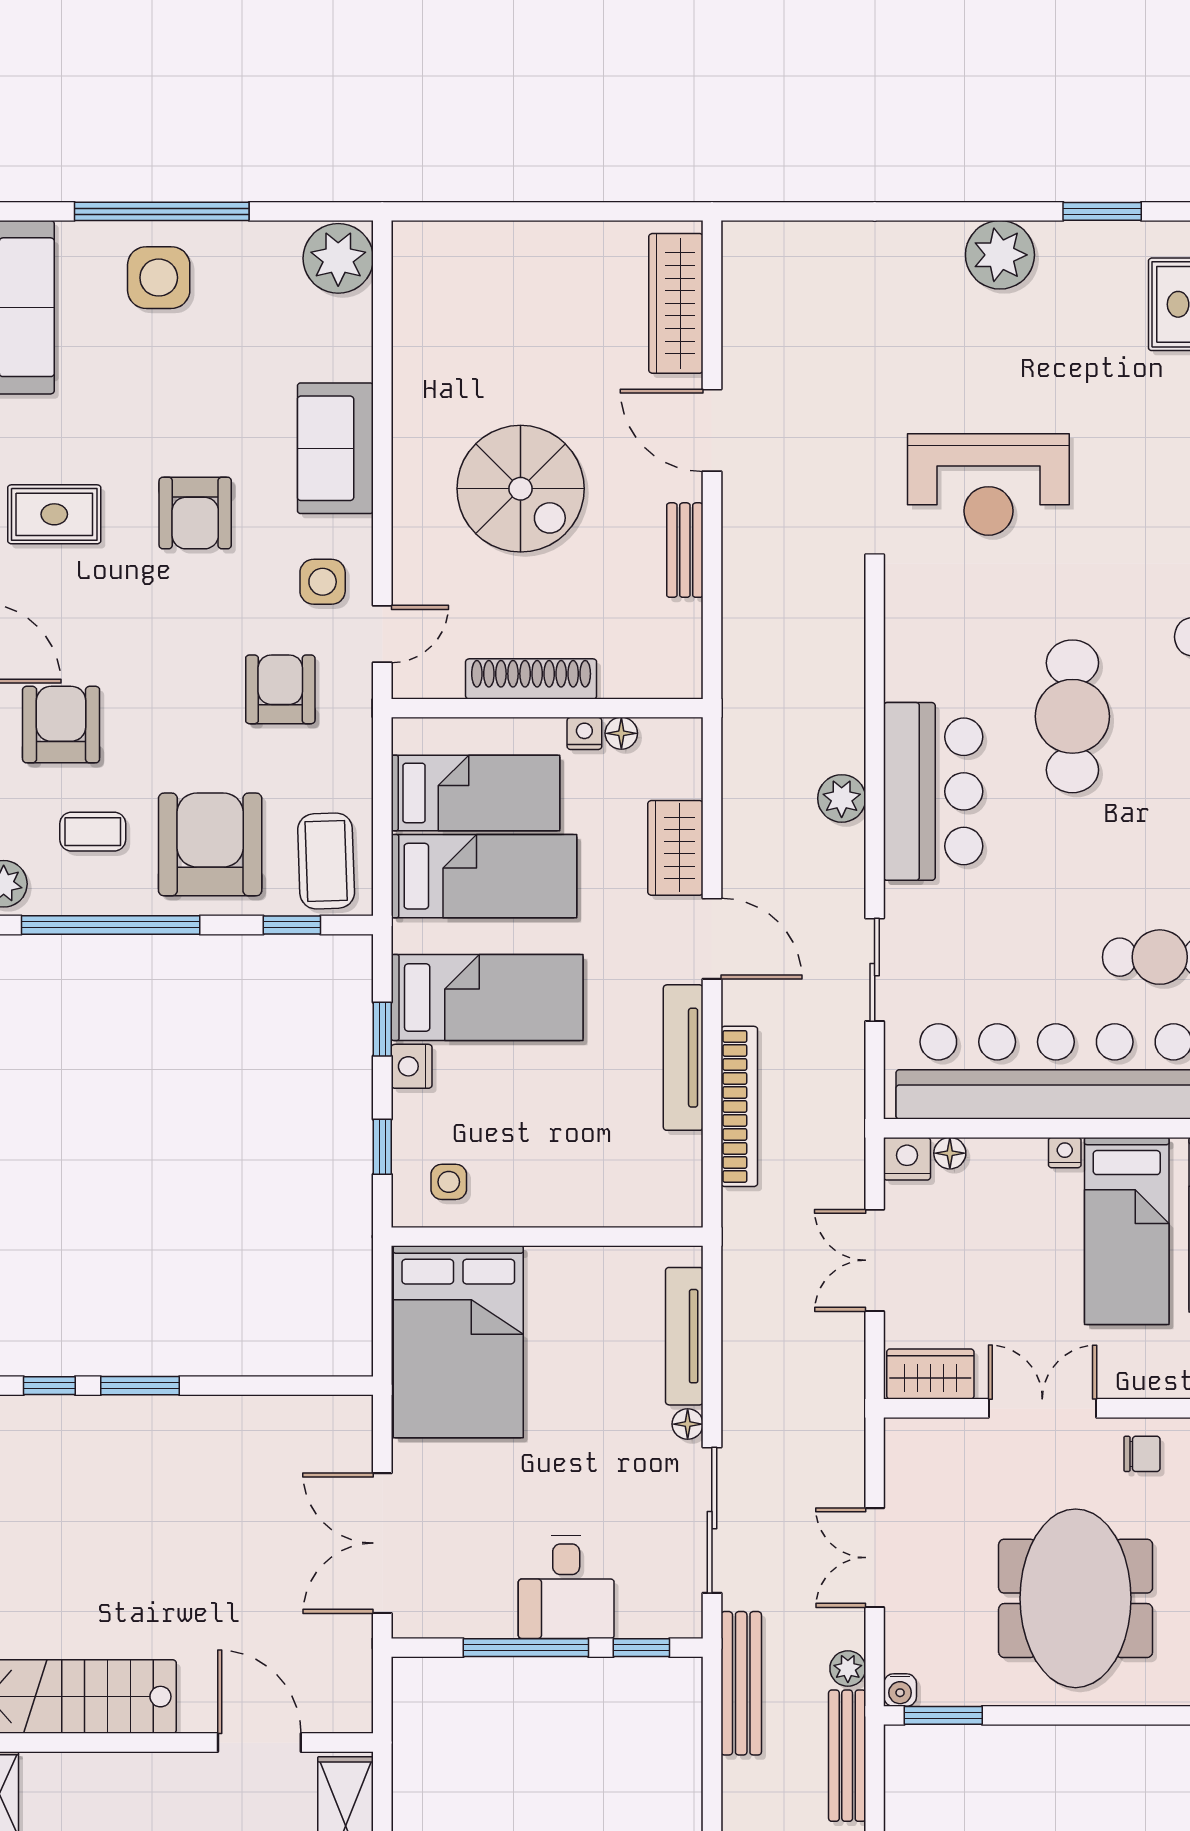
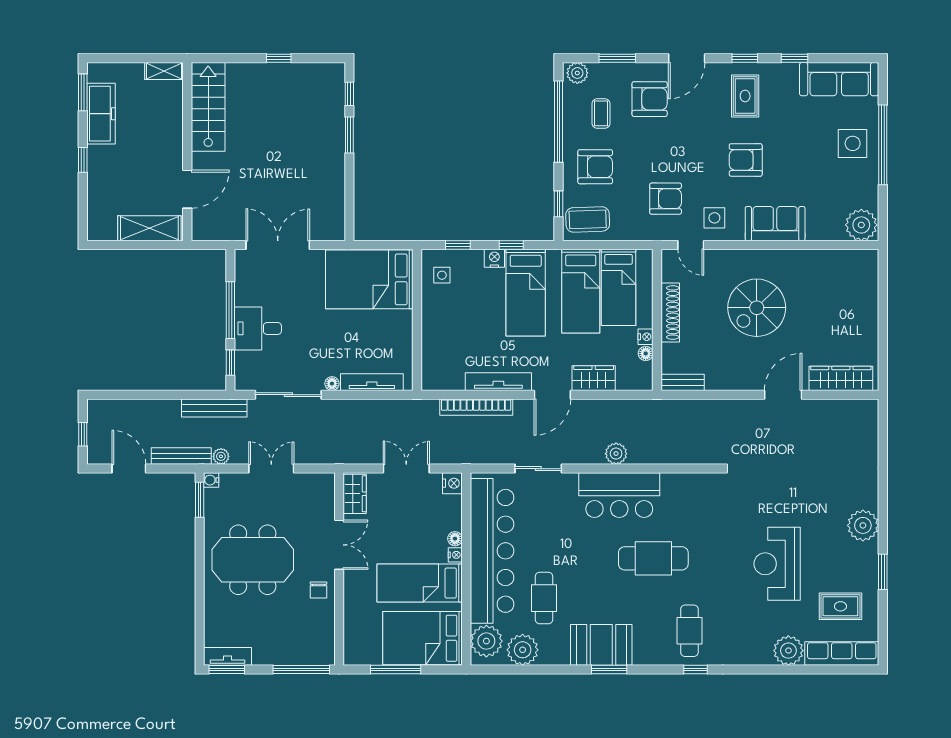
reception desk: (988, 485) -> (777, 564), moved
bench: (685, 550) -> (683, 382), moved
armchair: (210, 844) -> (595, 167), width x0.73, depth x0.73
floor lamp: (950, 1153) -> (455, 539), moved

